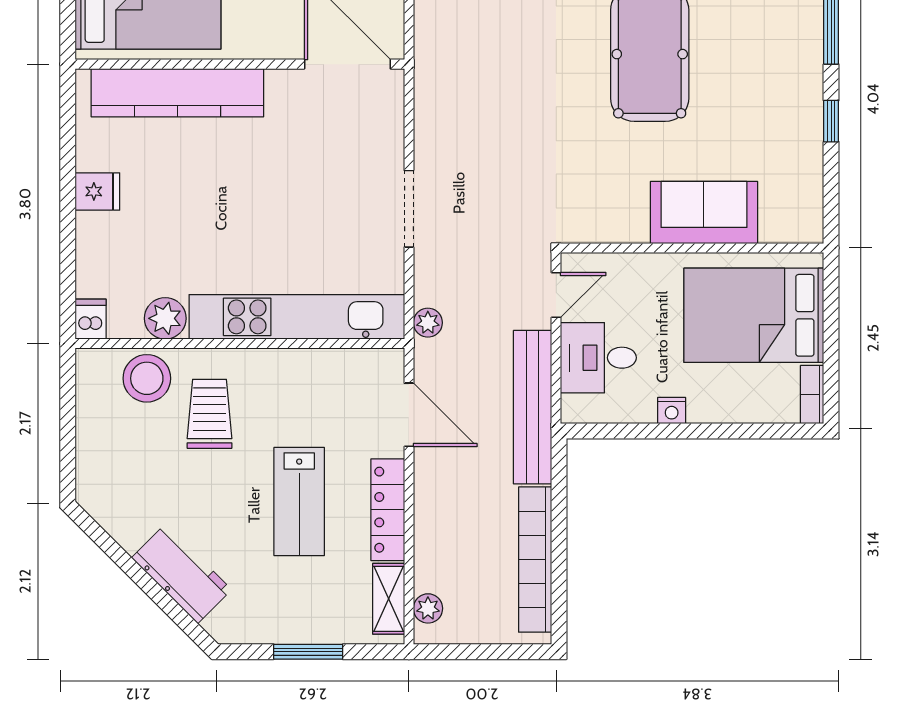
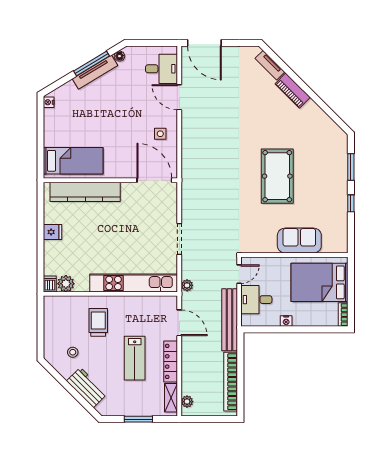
plant: (165, 318) -> (66, 284), moved
stool: (147, 378) -> (73, 352), moved, width x0.53, depth x0.53

